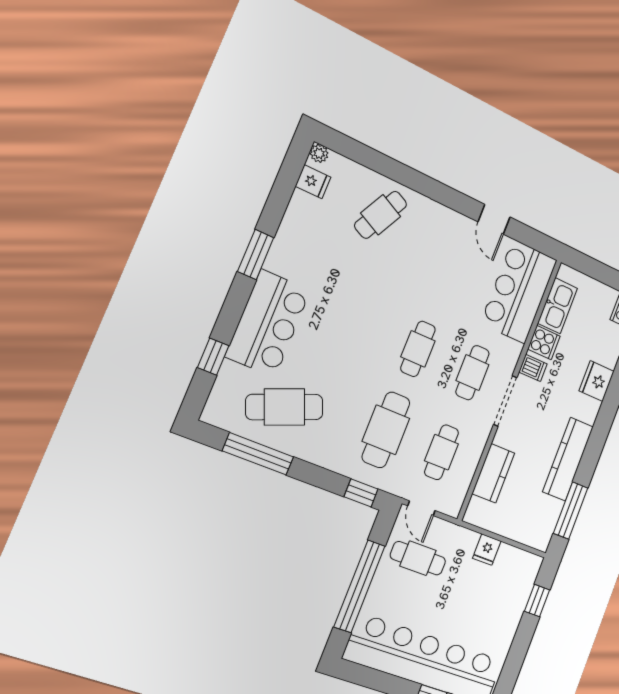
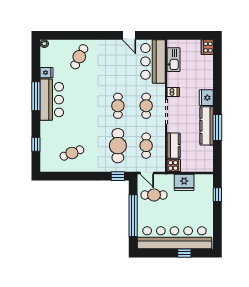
fridge: (313, 182) -> (47, 73), moved
window: (256, 255) -> (36, 96), width x1.44
bar counter: (268, 323) -> (52, 100), moved
cooker: (544, 343) -> (174, 165), moved
fridge: (597, 381) -> (206, 98), moved
cafe table: (284, 407) -> (72, 153), width x0.73, depth x0.74
window: (258, 454) -> (69, 176), removed
window: (571, 511) -> (217, 127), moved
fridge: (487, 550) -> (184, 182), width x1.88, depth x1.34

